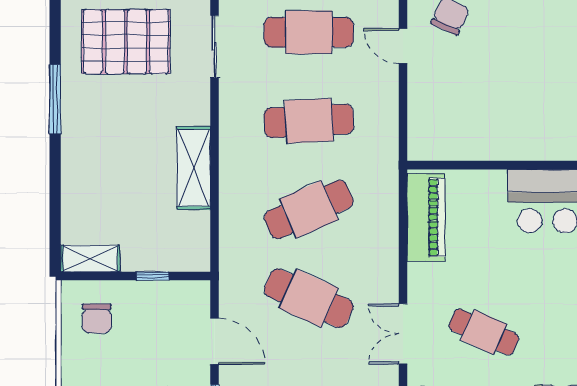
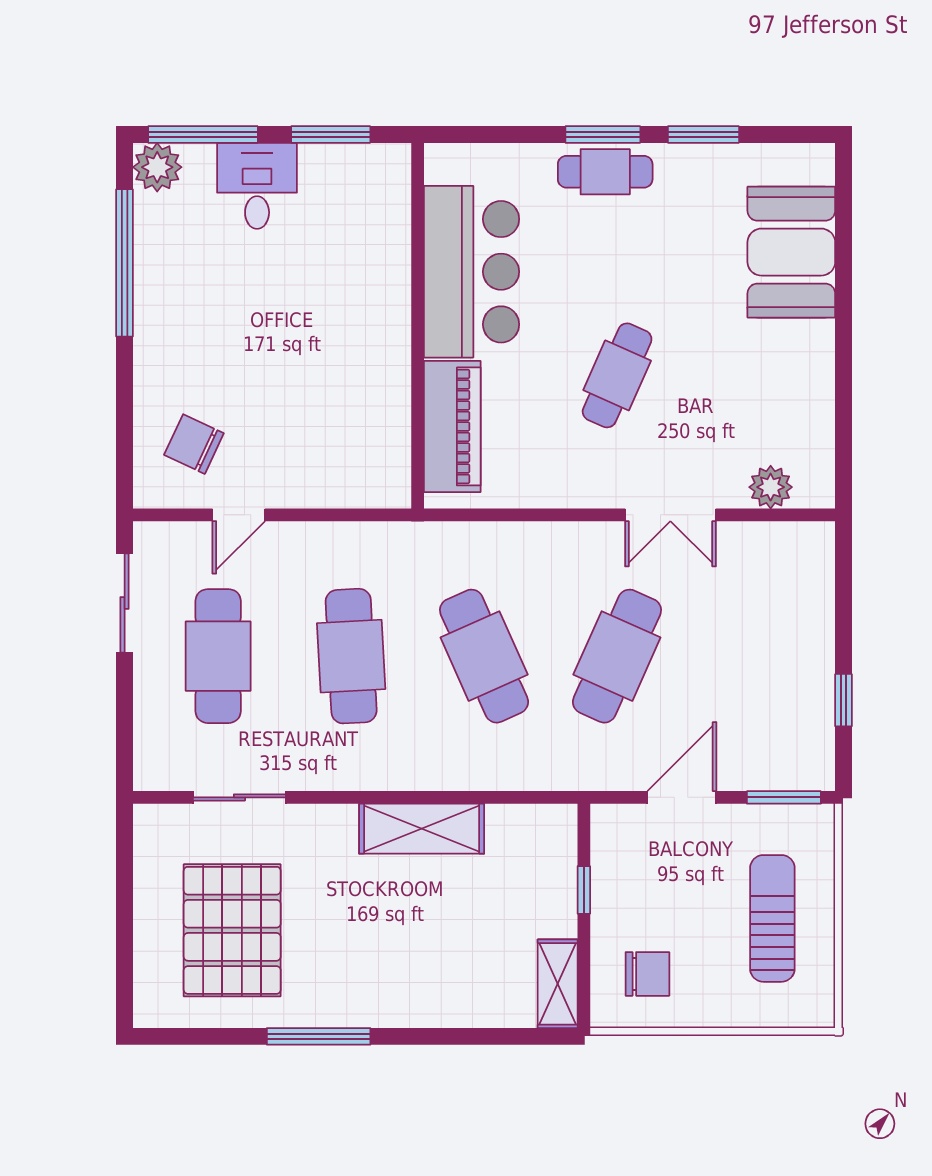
piano: (426, 217) -> (452, 426), moved, turned 90
cafe table: (484, 332) -> (617, 375), moved

